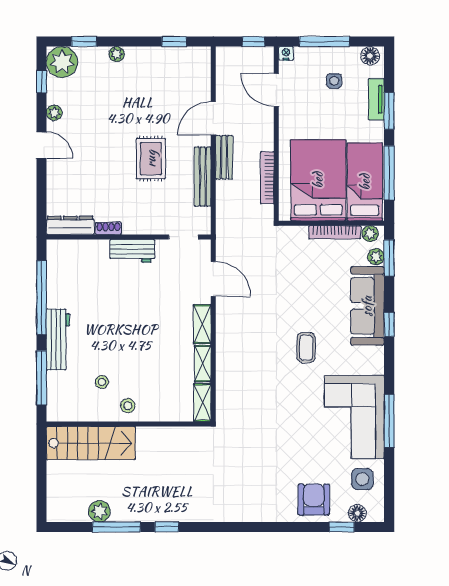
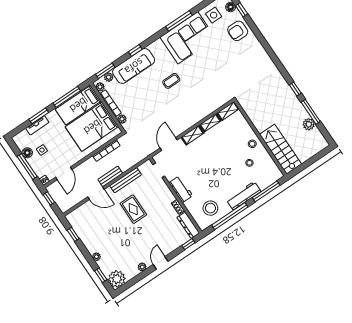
floor lamp: (370, 56) -> (27, 153), moved
window: (42, 82) -> (188, 244), moved
rug: (151, 159) -> (133, 209), turned 90
plant: (299, 234) -> (122, 119), added
stool: (73, 276) -> (210, 208), added

